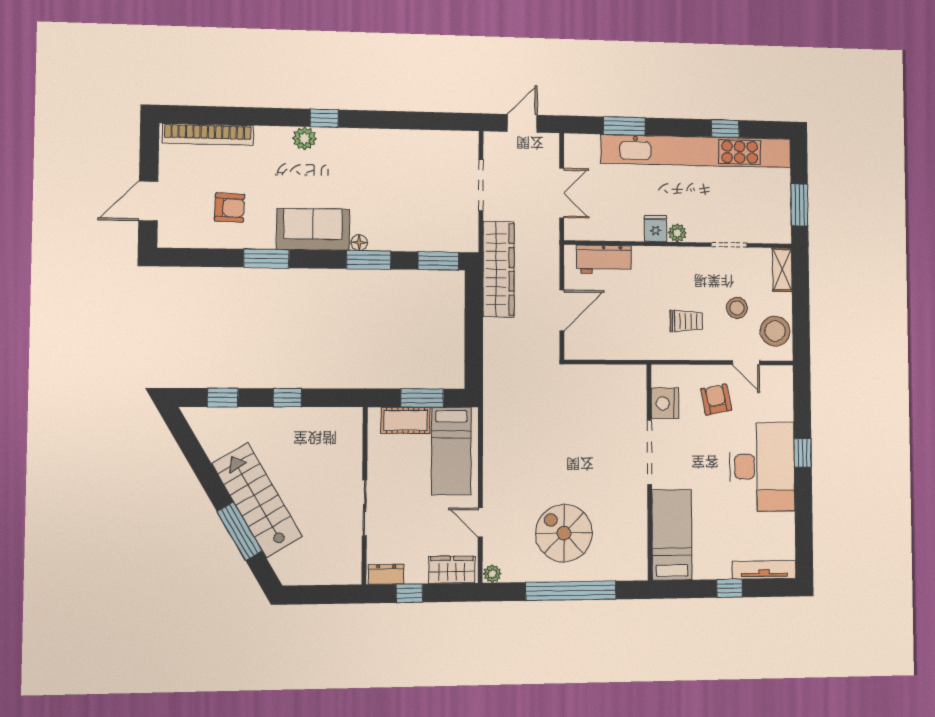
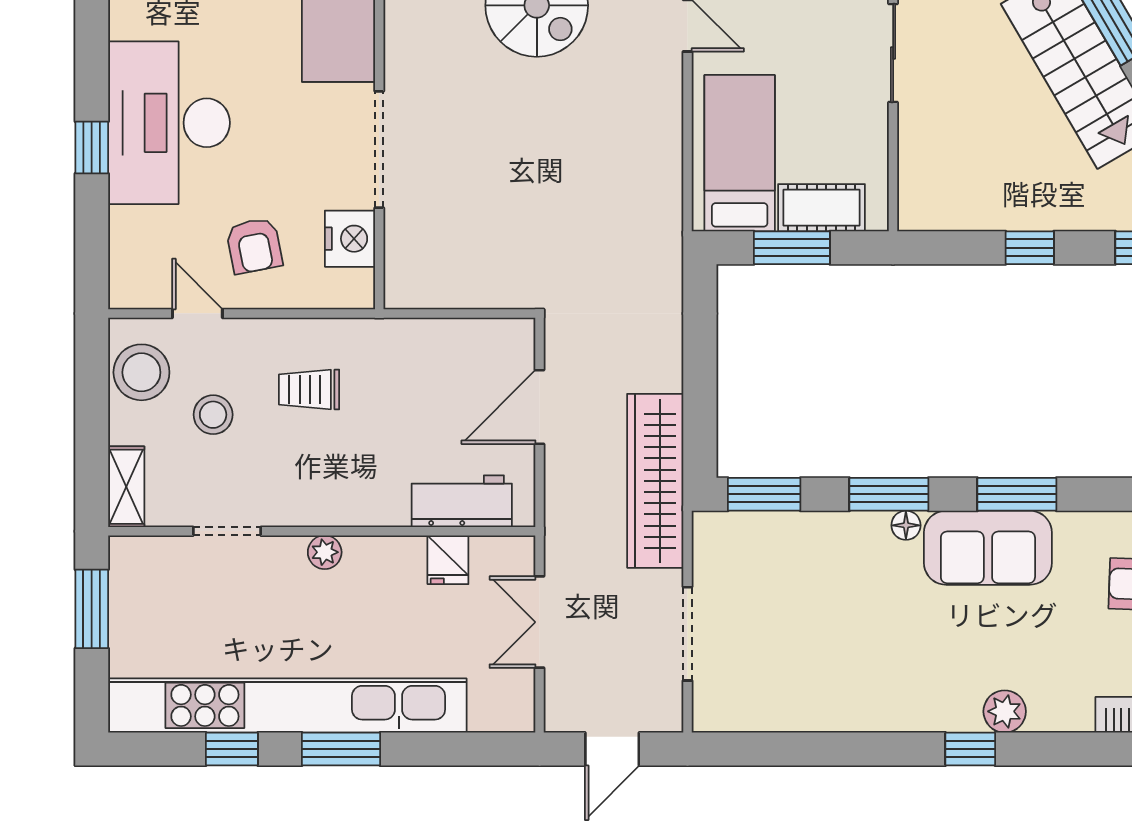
window: (624, 126) -> (341, 749), moved
fridge: (656, 228) -> (448, 560), moved
window: (266, 259) -> (1017, 494), moved

